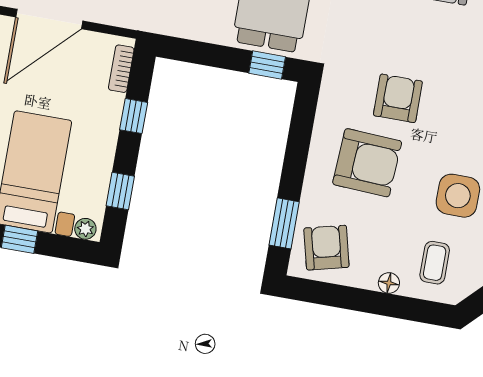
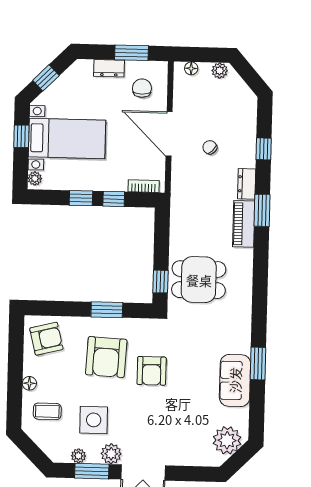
armchair: (398, 98) -> (152, 371), turned 90
window: (120, 191) -> (81, 198), moved
window: (284, 223) -> (107, 310), moved

